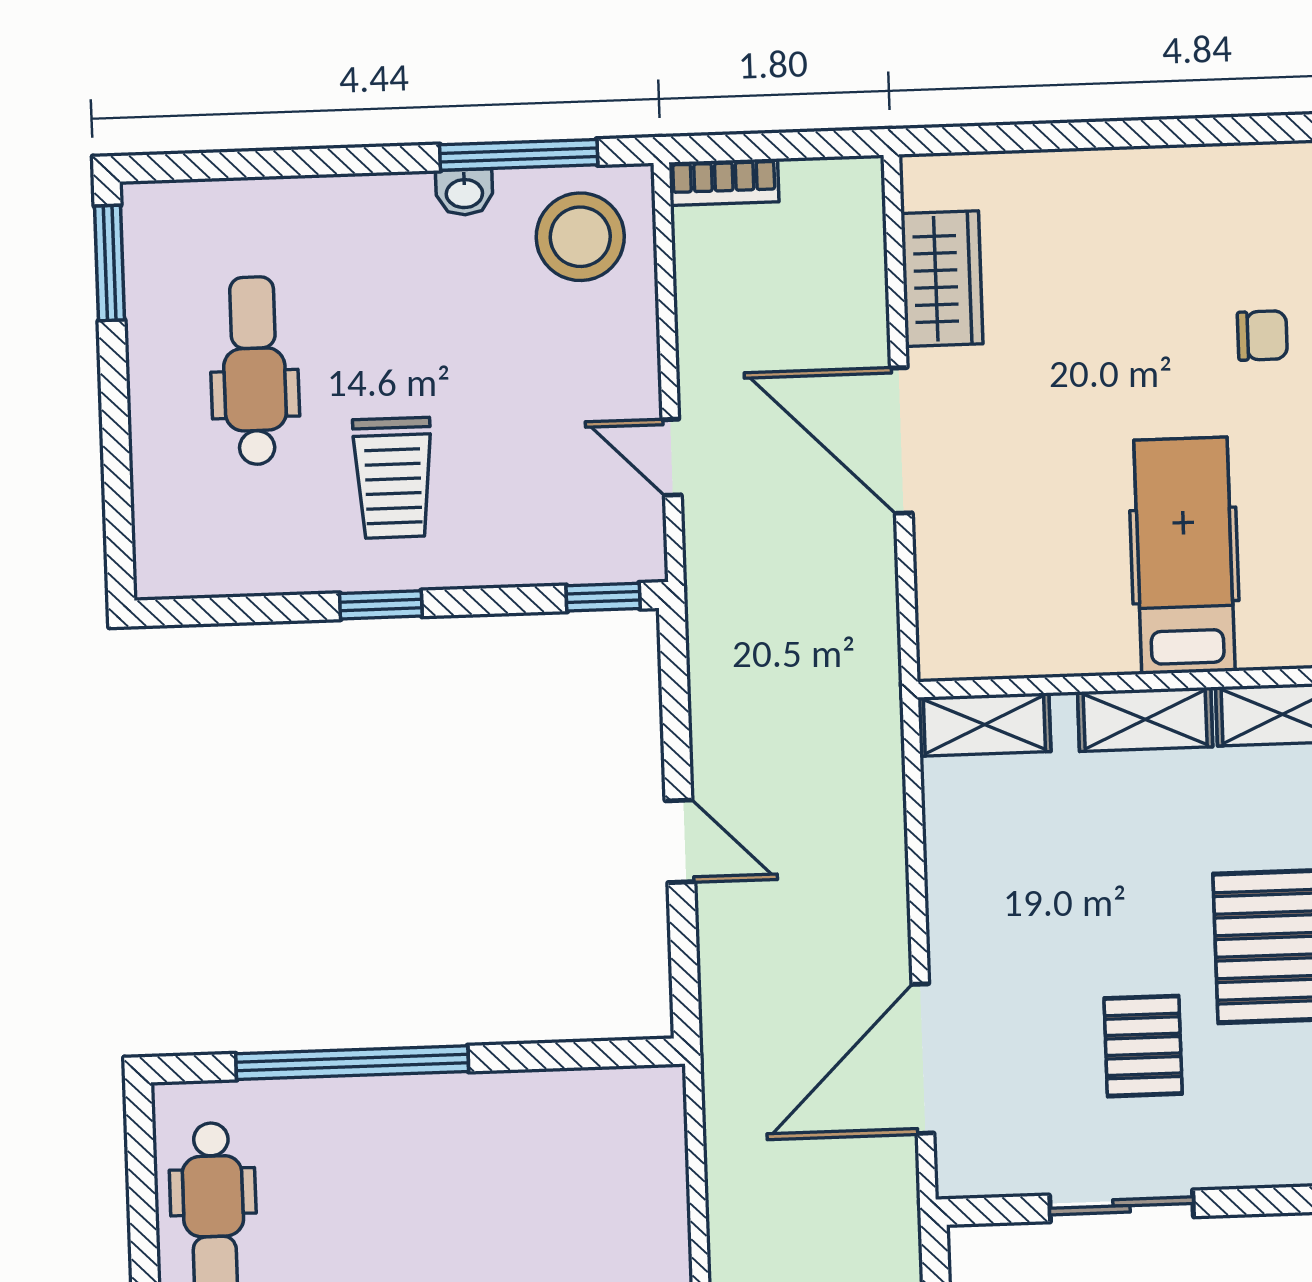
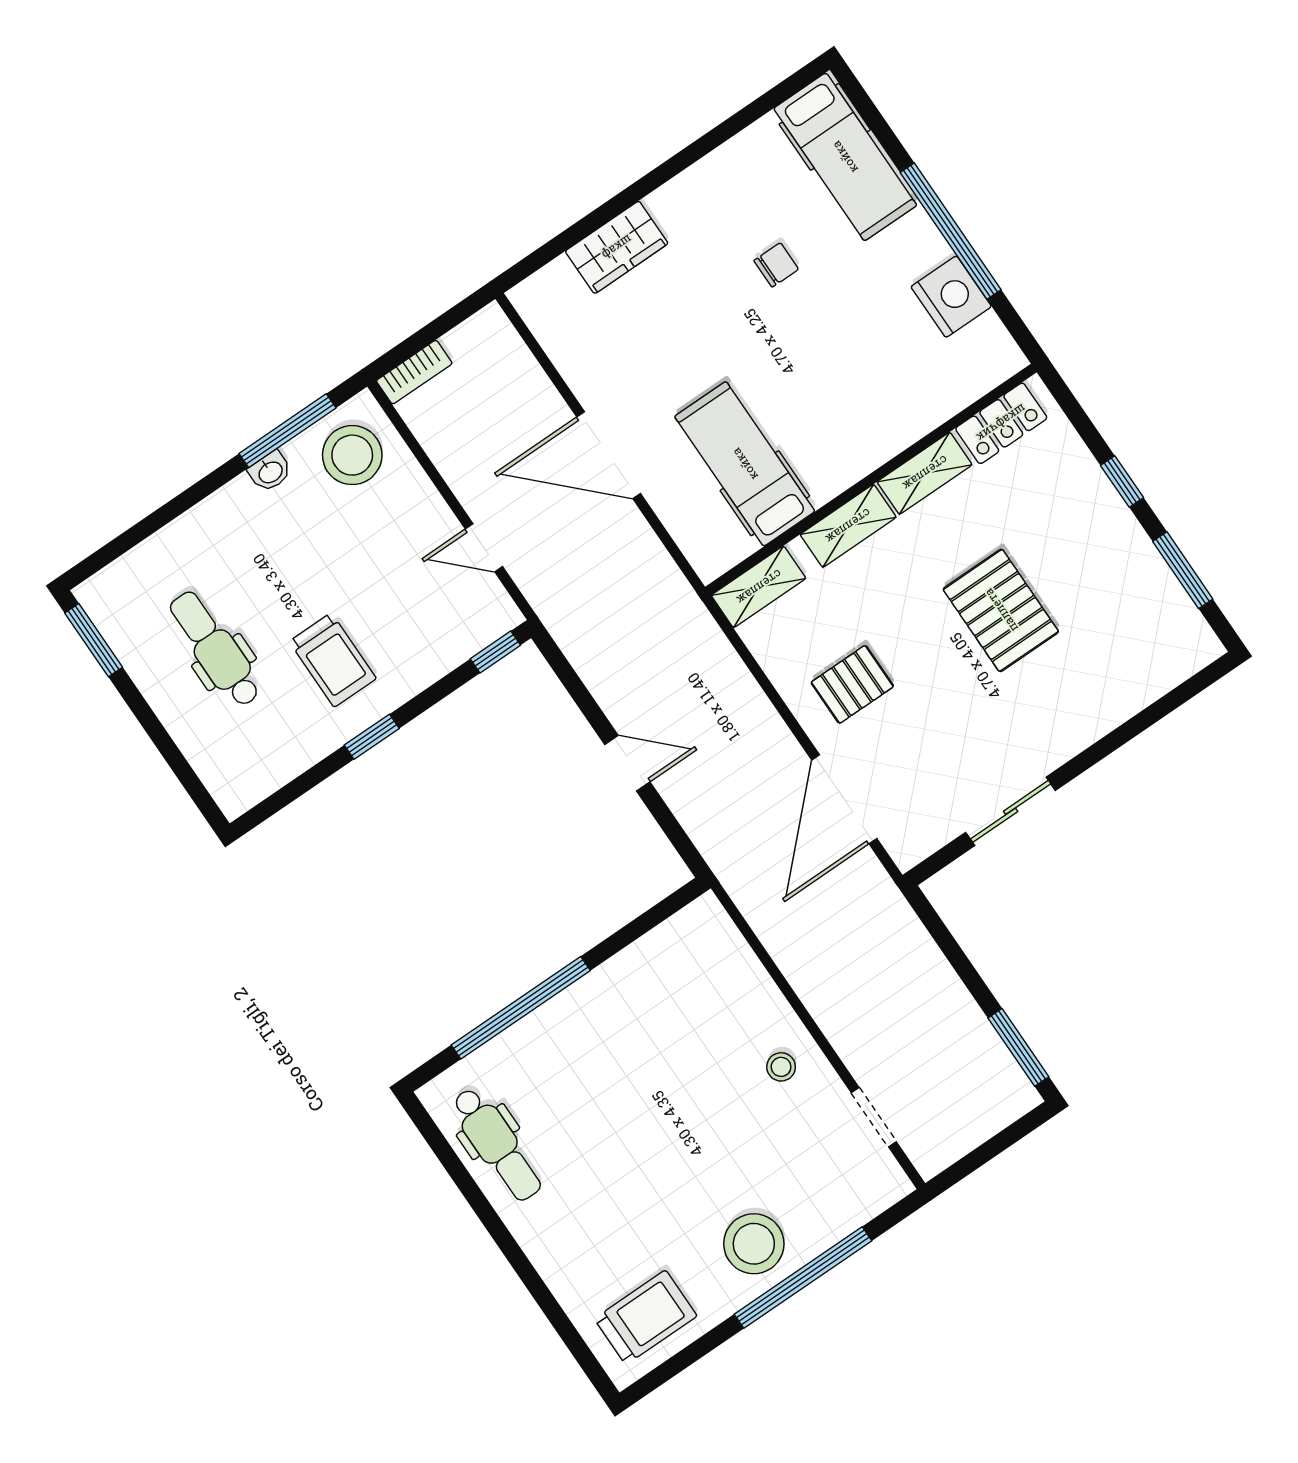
wardrobe: (942, 279) -> (617, 247), moved, turned 90
hospital bed: (1184, 556) -> (745, 464), moved
pallet: (1143, 1046) -> (852, 684), moved, turned 90

